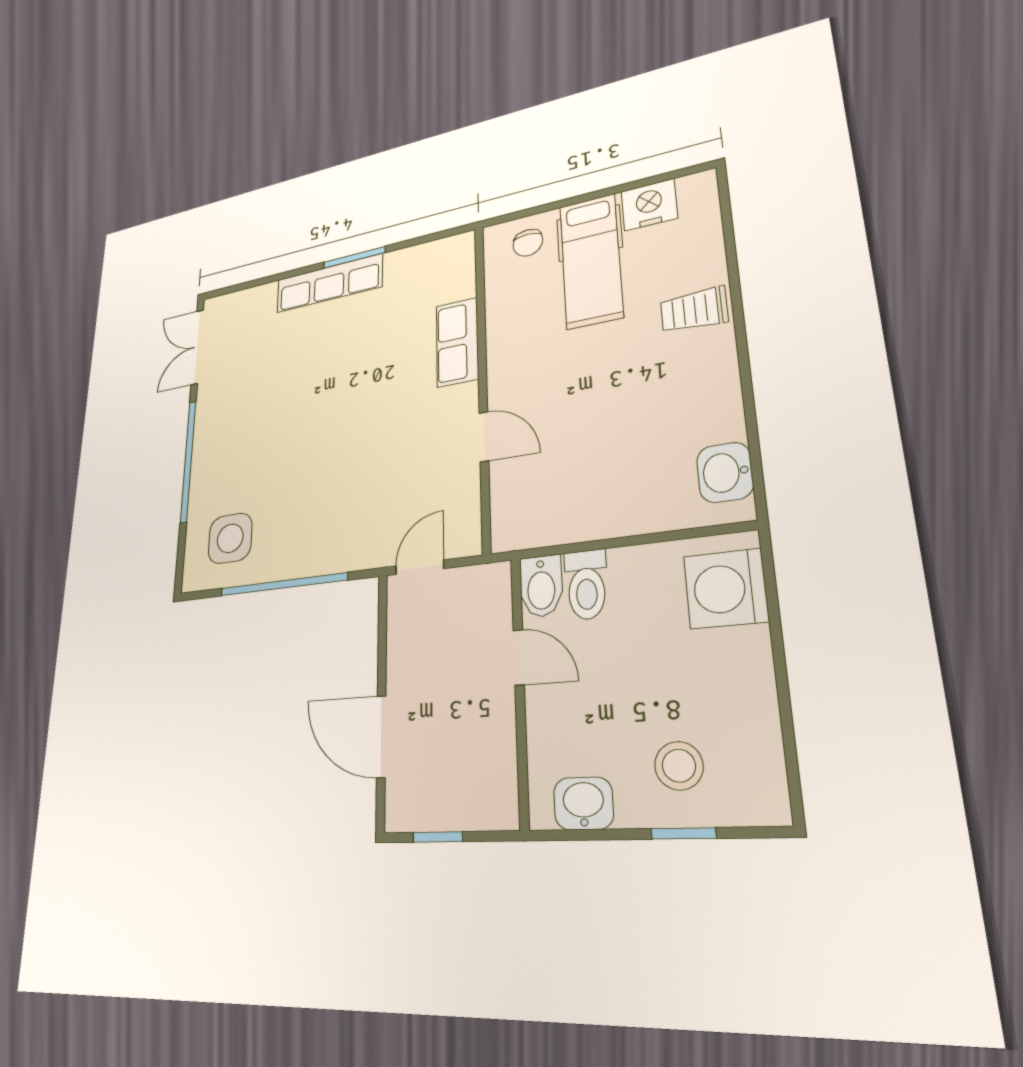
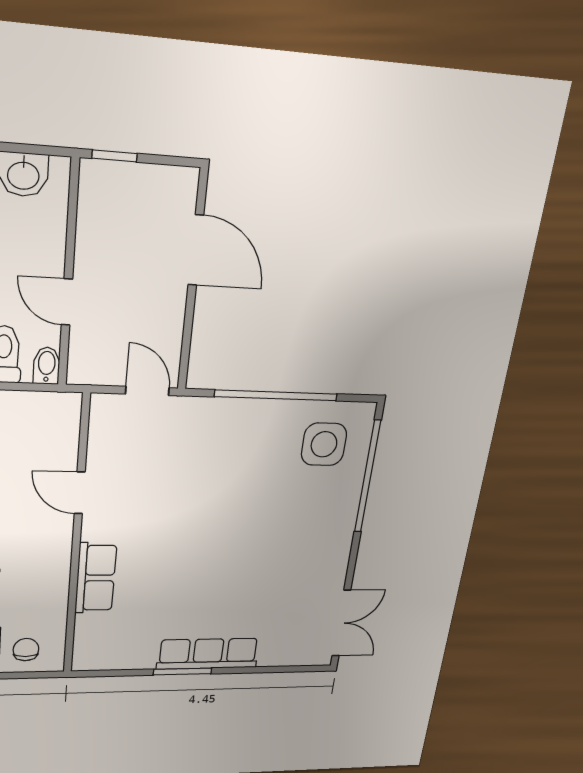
window: (188, 461) -> (368, 477), moved
door: (420, 567) -> (147, 391), swing flipped
bidet: (541, 586) -> (47, 366), width x0.72, depth x0.74
window: (438, 837) -> (115, 156), moved

